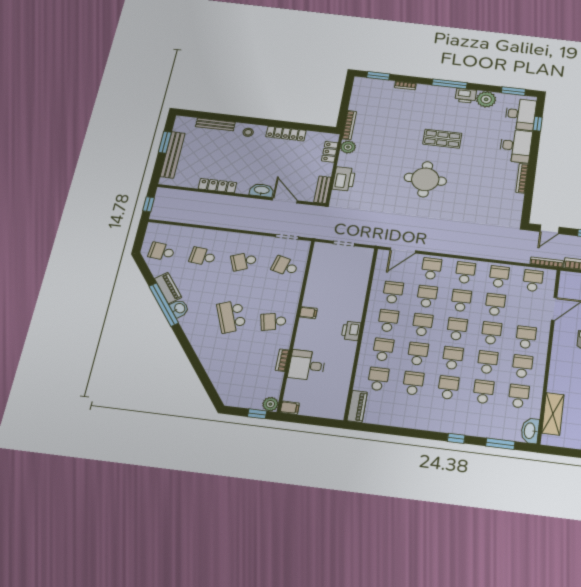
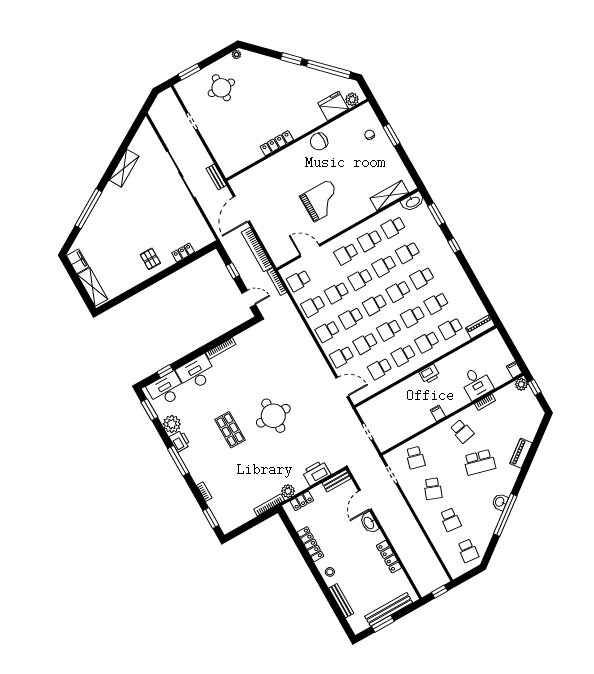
school desk: (244, 261) -> (433, 489), turned 42
piano: (168, 288) -> (521, 453), moved
school desk: (231, 316) -> (480, 462), turned 36

